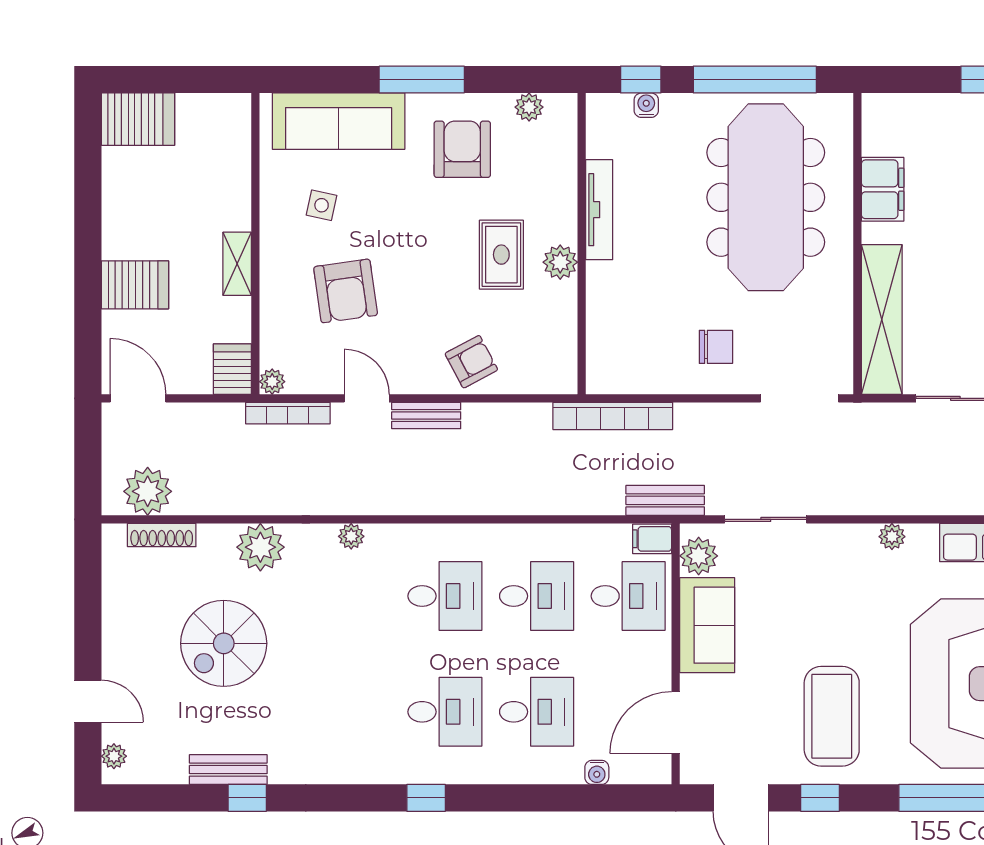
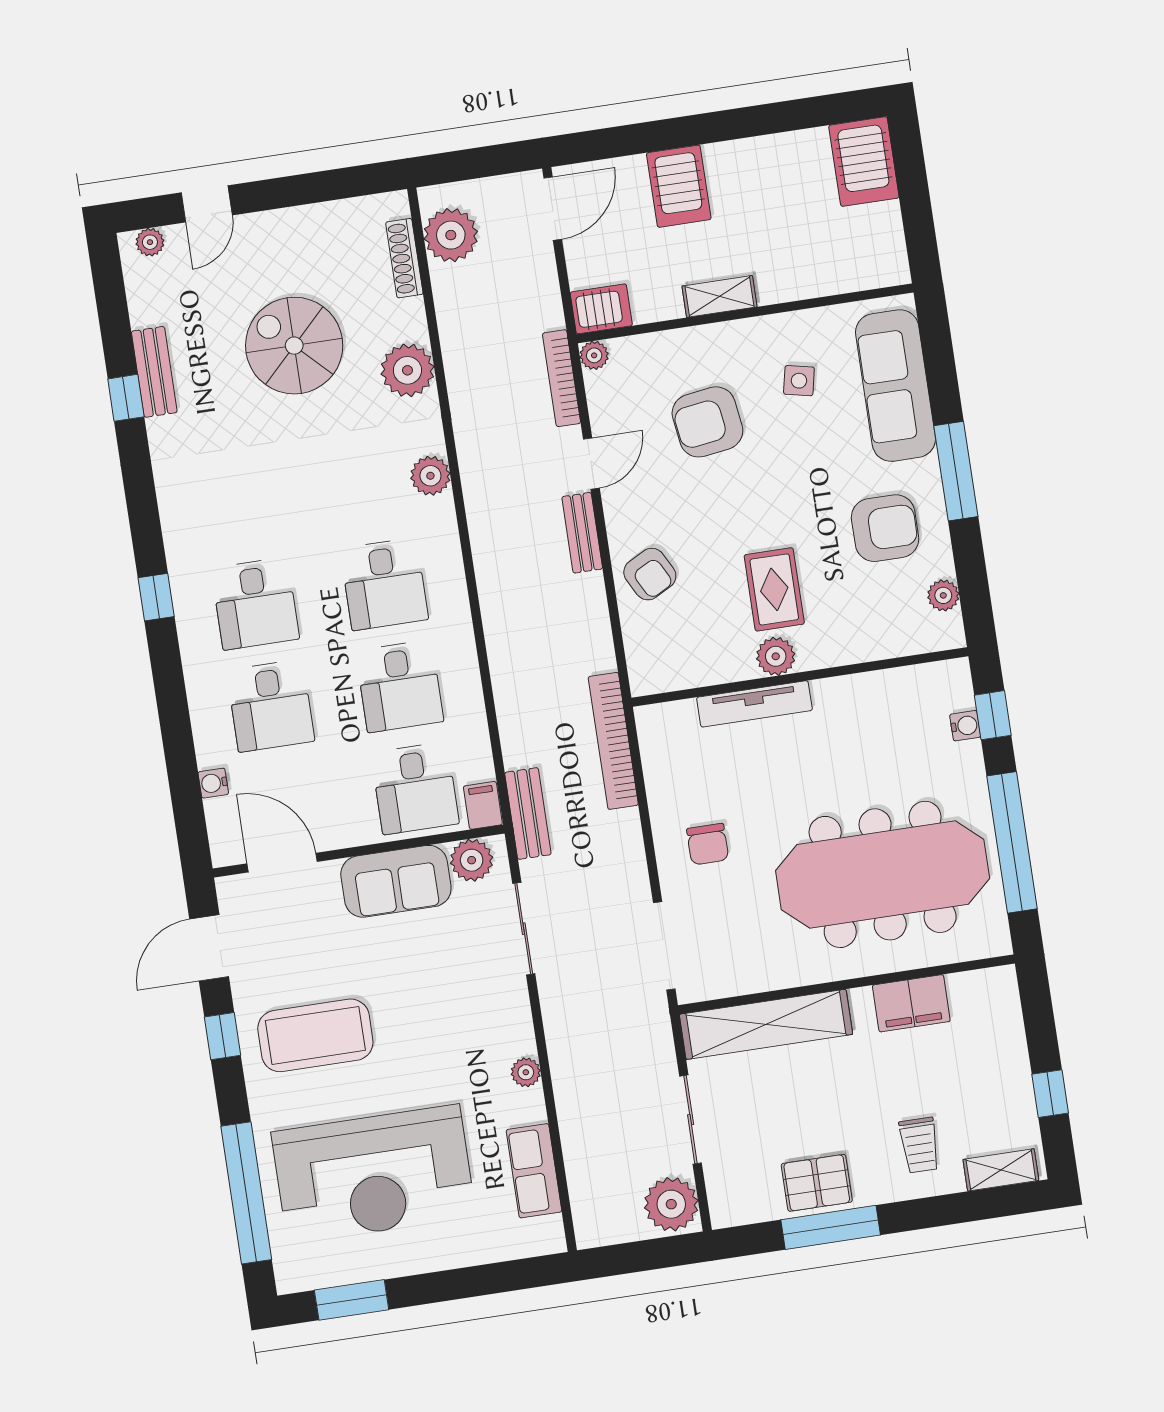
tv unit: (599, 210) -> (754, 704), moved
rug: (501, 255) -> (774, 589), turned 90
plant: (351, 536) -> (430, 476), width x1.38, depth x1.38

